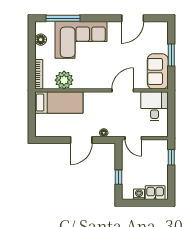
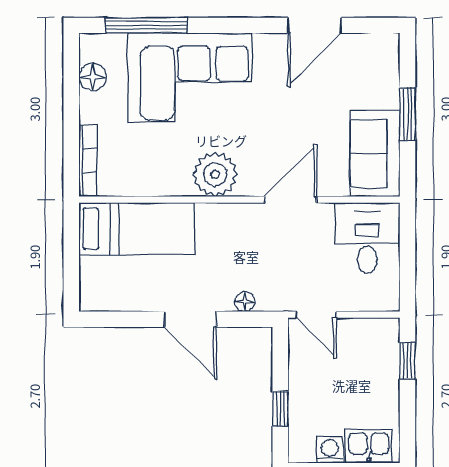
plant: (64, 80) -> (215, 174), moved
door: (81, 140) -> (190, 319), hinge flipped

